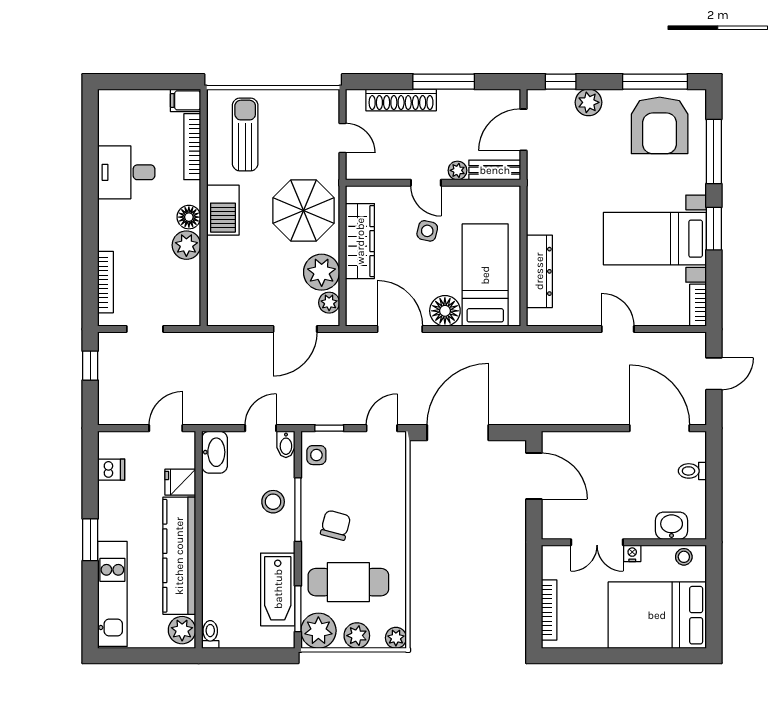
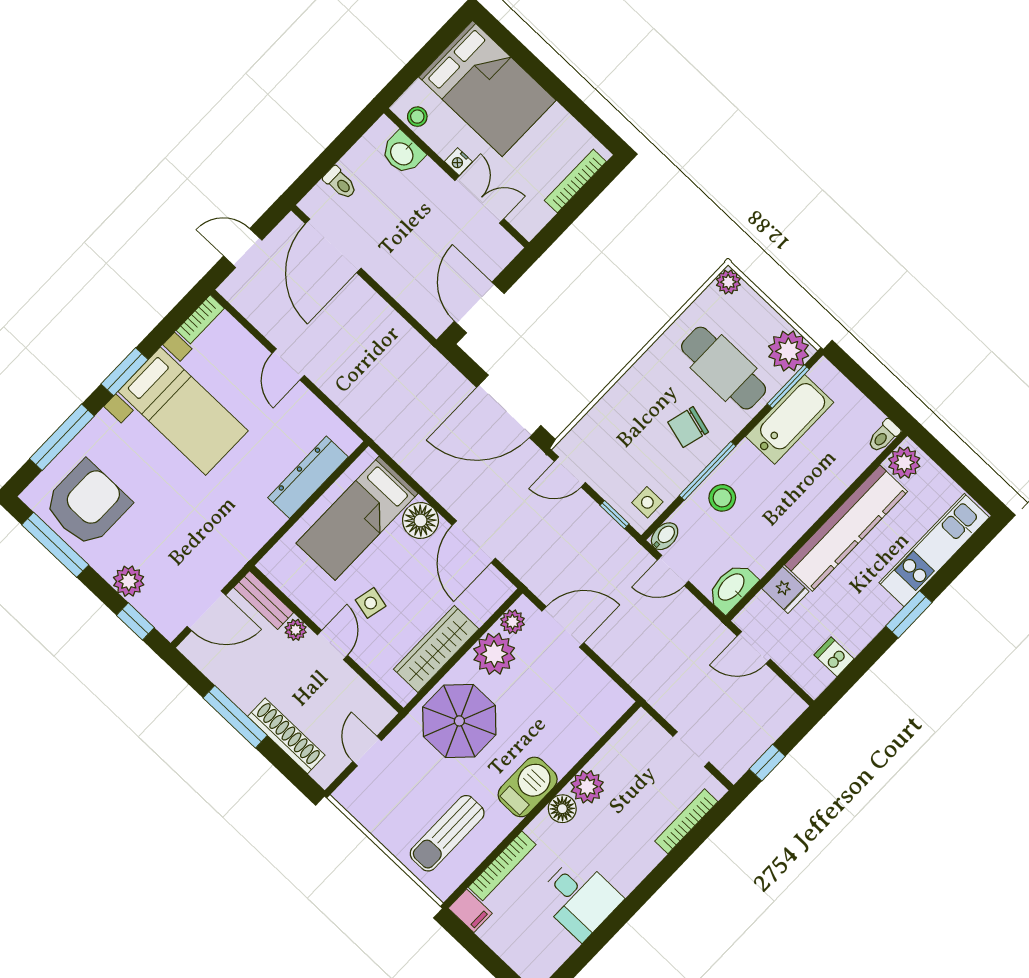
plant: (357, 636) -> (760, 316), removed

